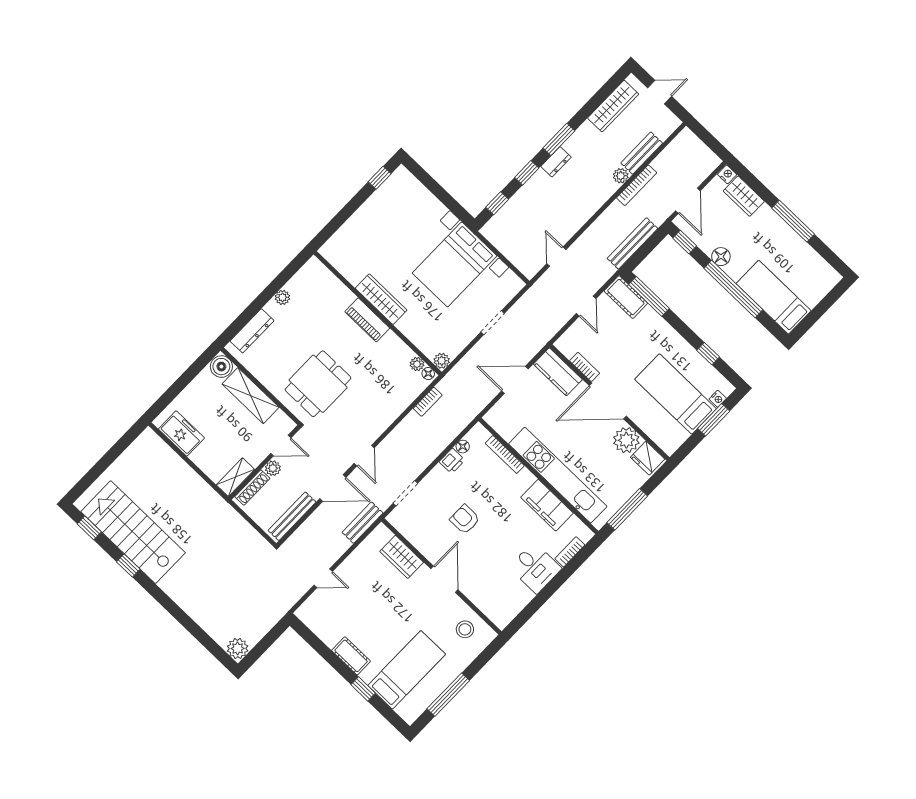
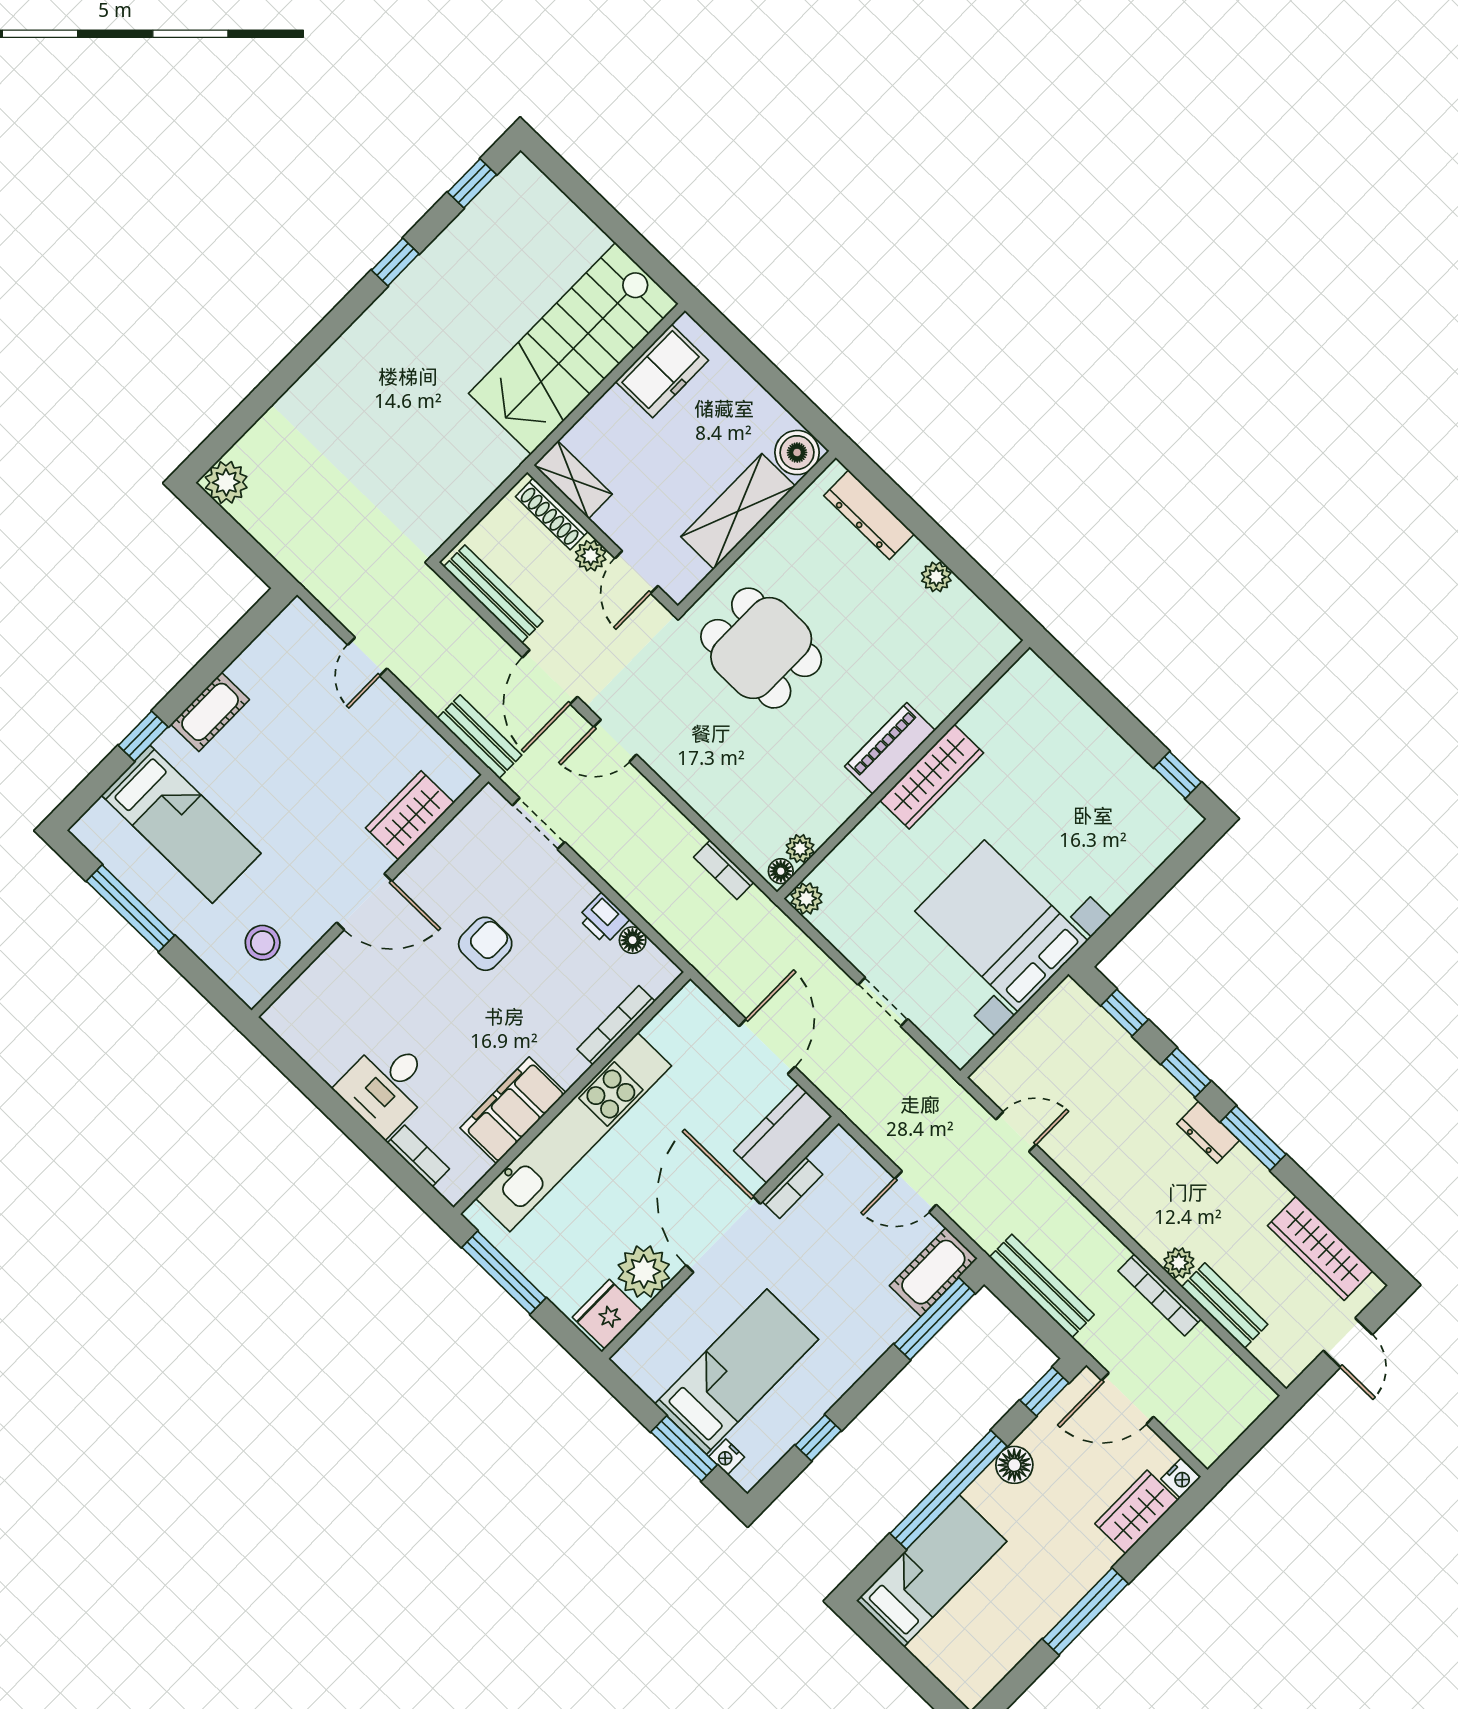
stairs: (133, 532) -> (573, 349), moved, turned 180

